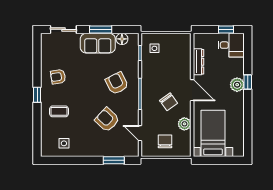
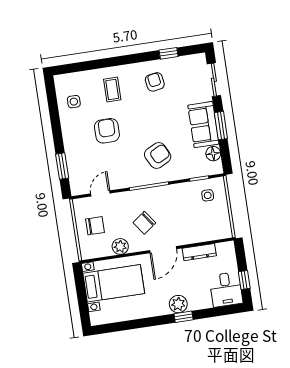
window: (37, 95) -> (169, 53), moved
armchair: (107, 120) -> (107, 131), moved, turned -43

